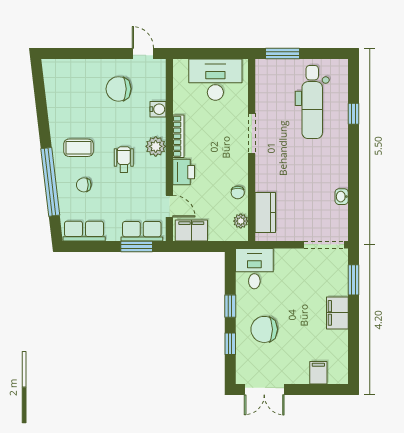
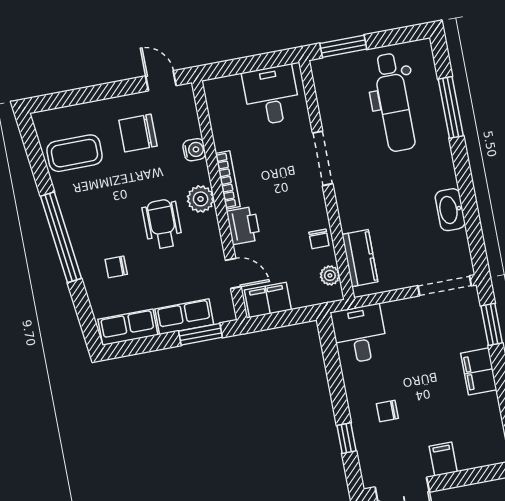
desk: (215, 80) -> (271, 95), width x0.73
window: (353, 114) -> (451, 107), width x2.17
coffee table: (78, 148) -> (75, 153), moved, width x1.36, depth x1.30
wheelchair: (124, 160) -> (162, 224), width x1.36, depth x1.37
window: (50, 182) -> (61, 237), moved
washbasin: (342, 197) -> (450, 210), width x1.91, depth x1.45
row of seats: (142, 231) -> (184, 317), moved
window: (230, 306) -> (337, 389), removed
chair: (264, 329) -> (387, 411), width x0.54, depth x0.54
filing cabinet: (318, 373) -> (443, 459), moved

